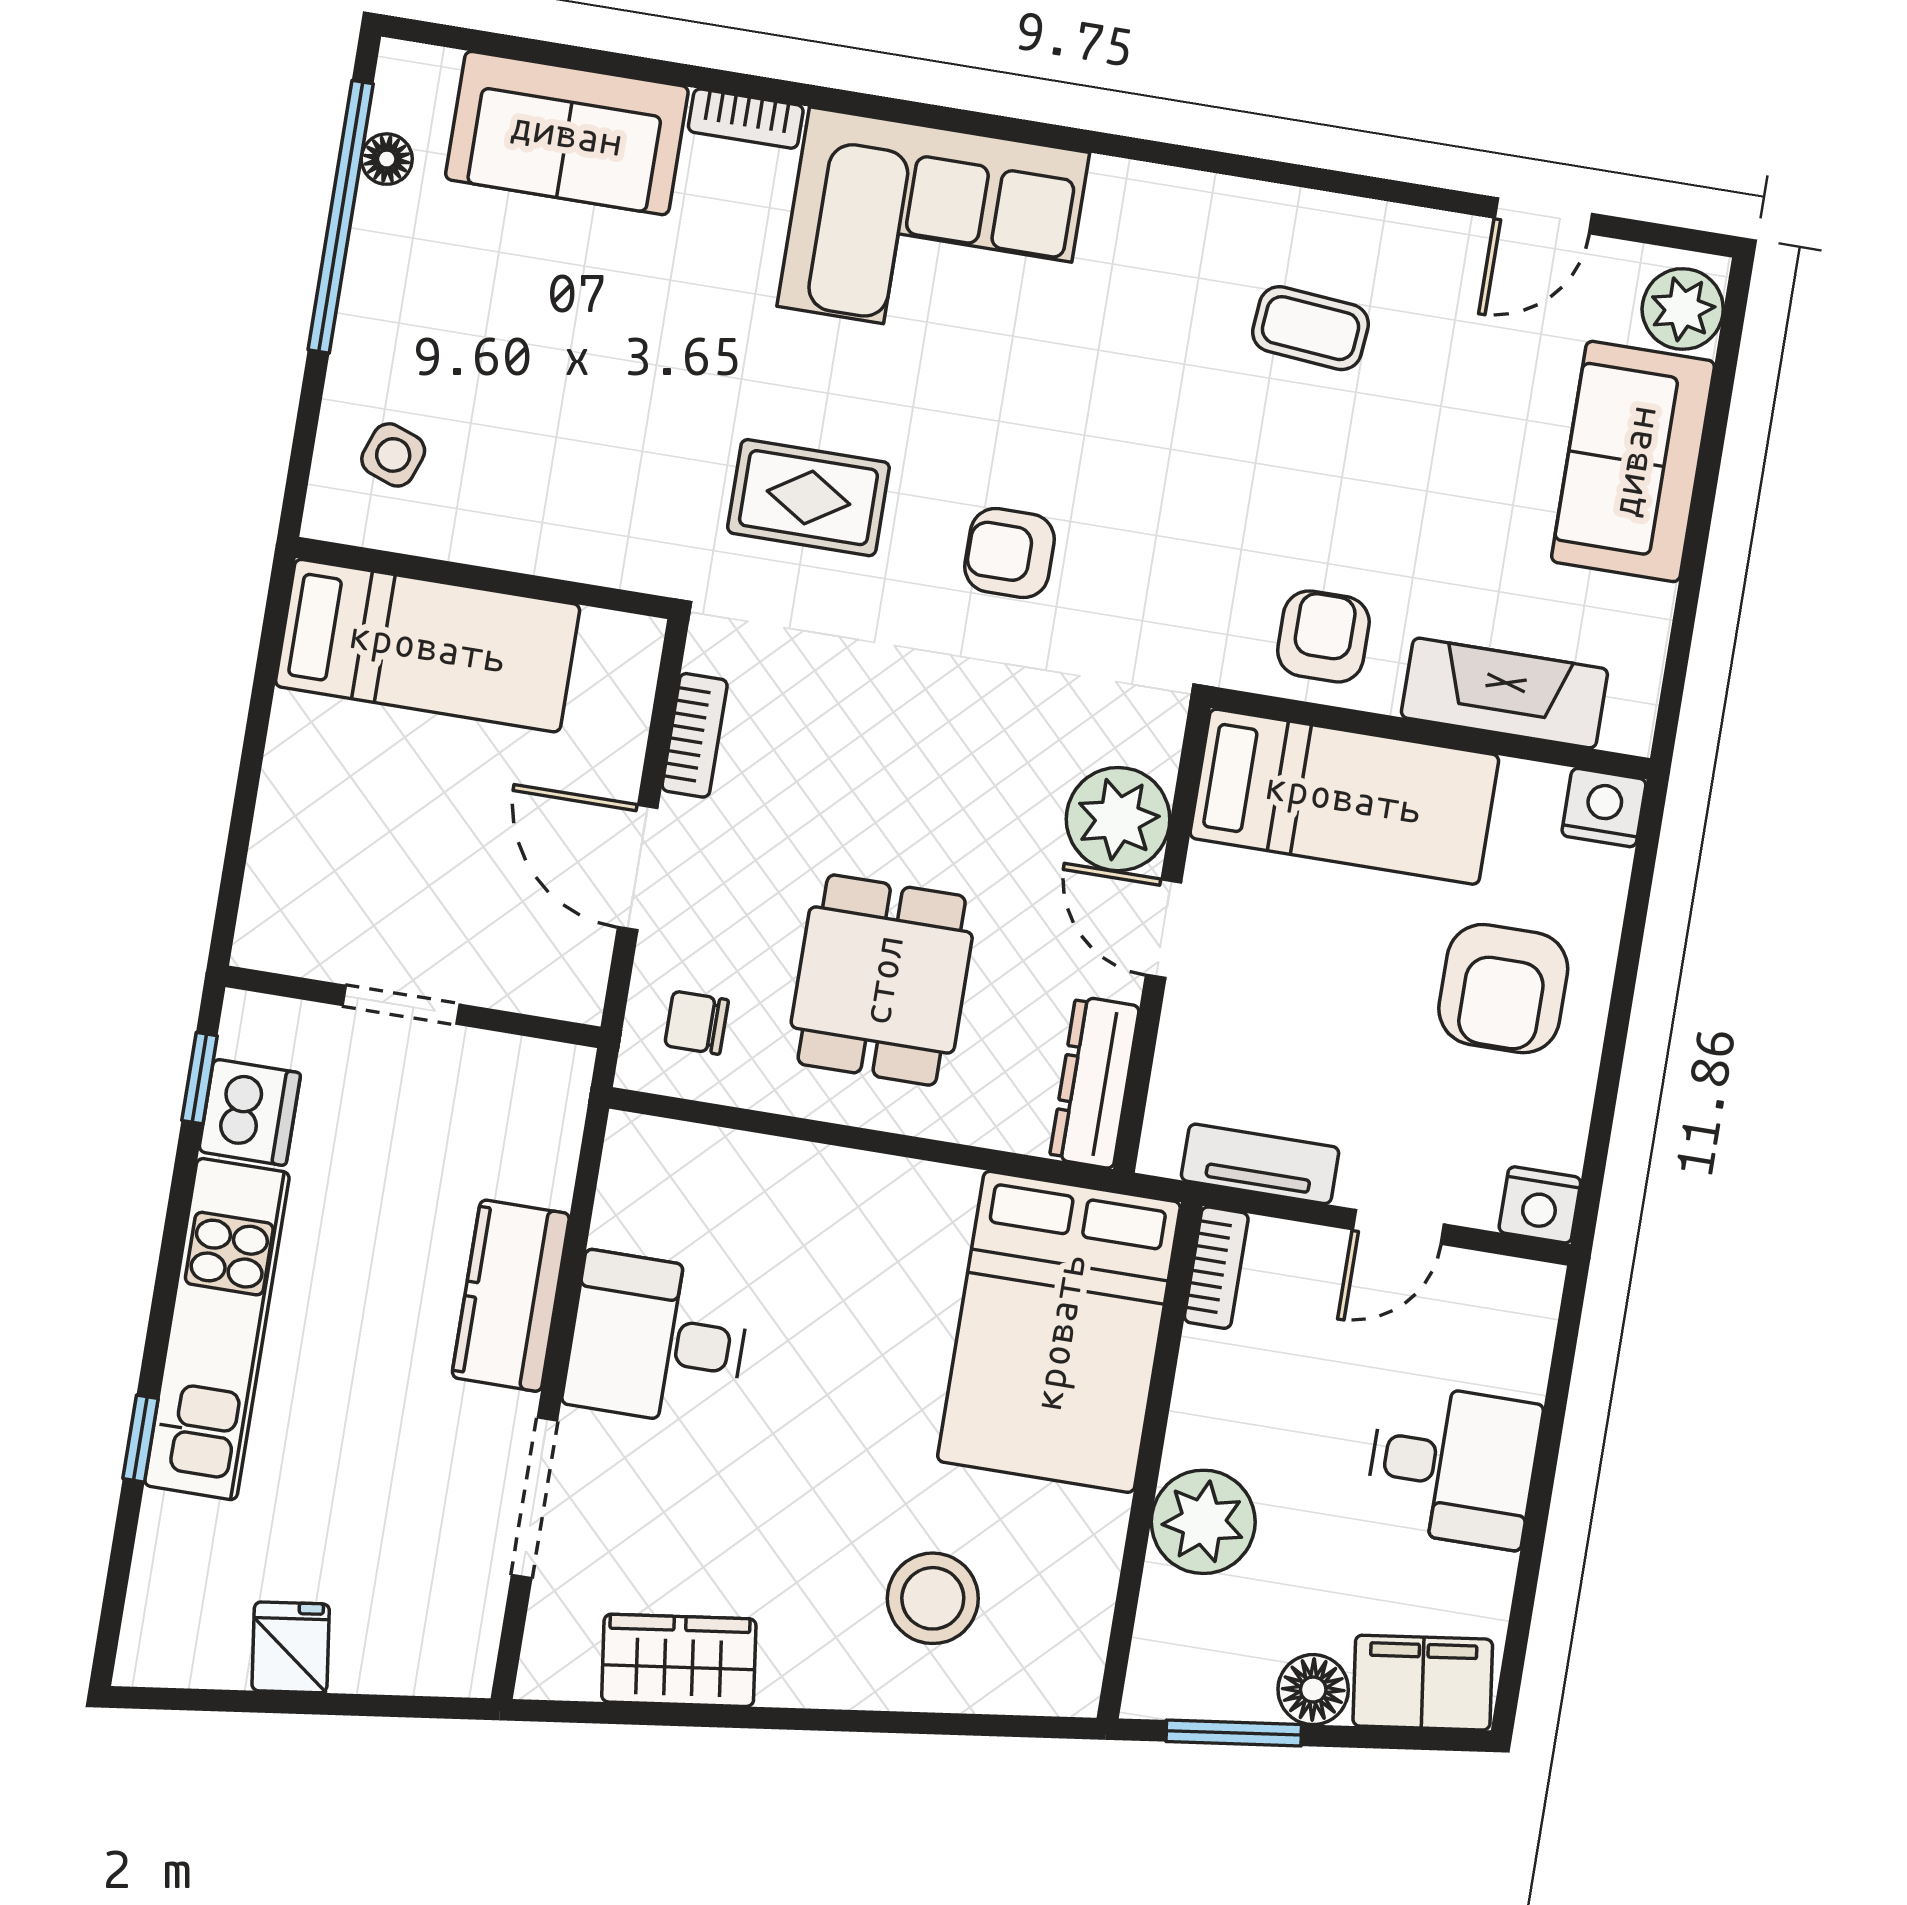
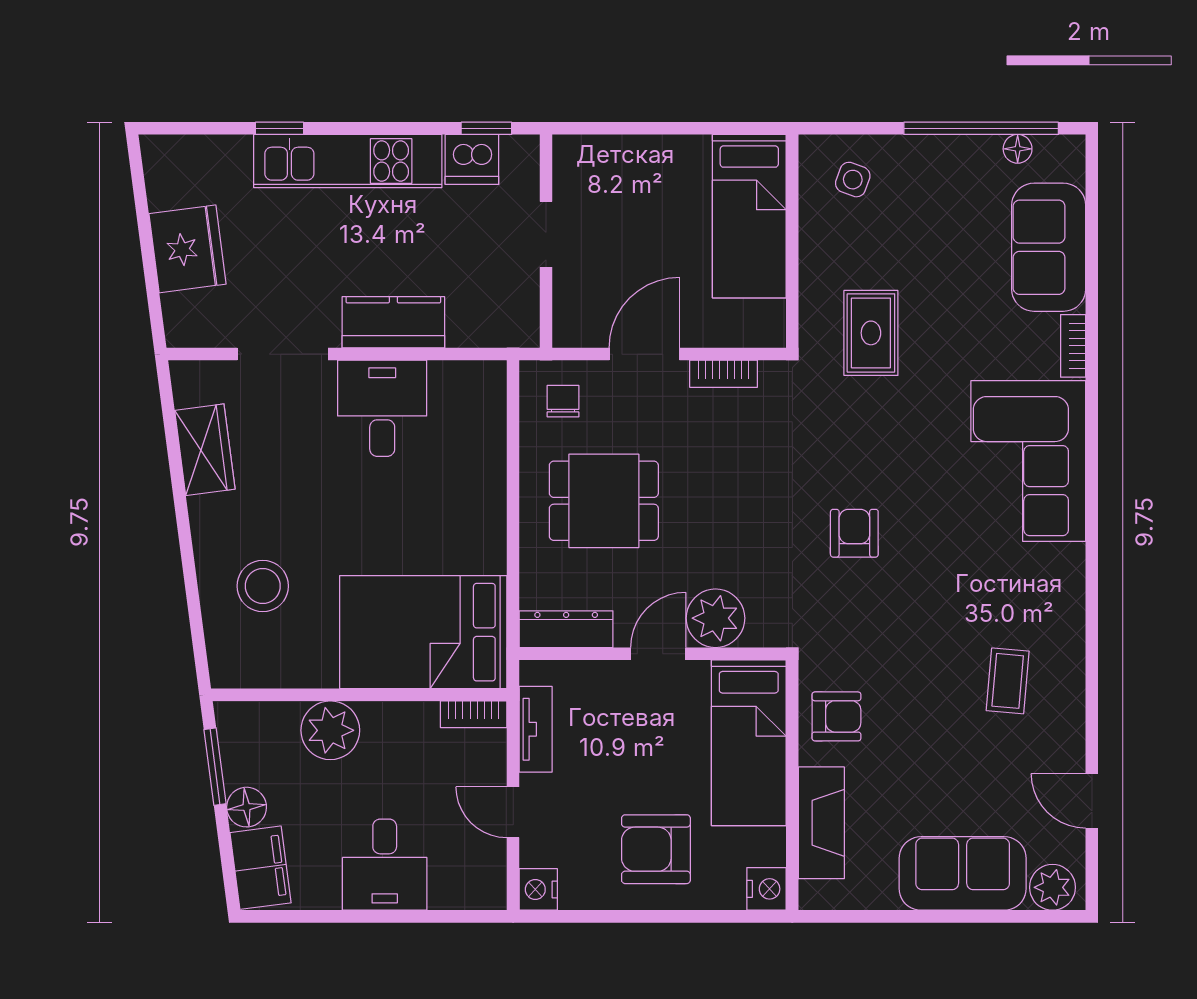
rug: (808, 498) -> (871, 333), moved
fridge: (291, 1647) -> (187, 249), width x1.88, depth x1.34

